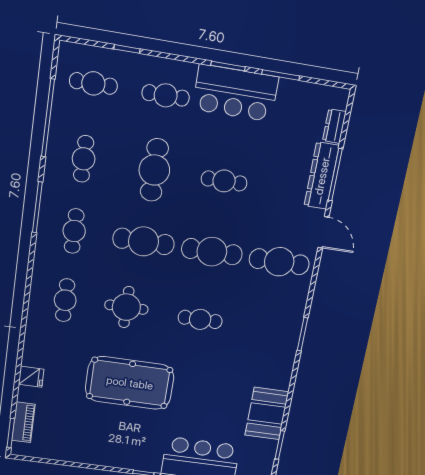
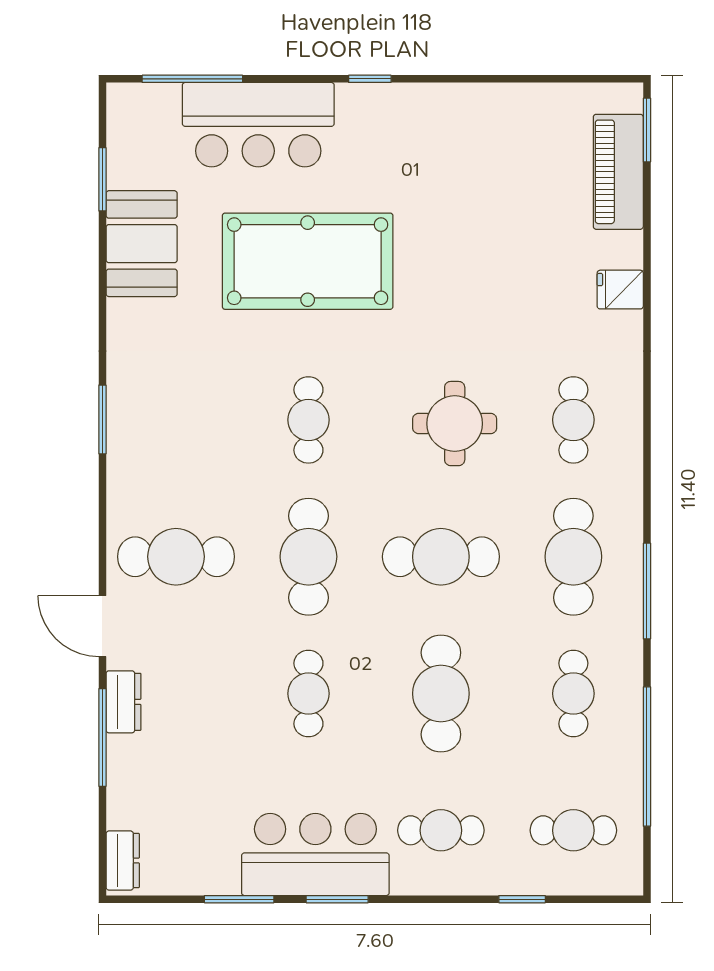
dresser: (334, 126) -> (123, 861), moved
dresser: (322, 176) -> (124, 702), width x0.51, depth x0.80
cafe table: (224, 181) -> (308, 694), turned 90
cafe table: (74, 231) -> (573, 557), width x1.37, depth x1.35
cafe table: (212, 252) -> (308, 557), turned 90
cafe table: (200, 319) -> (308, 420), turned 90
fridge: (31, 377) -> (620, 290), moved
pool table: (130, 383) -> (308, 261), moved
piano: (23, 422) -> (618, 172), width x1.37, depth x1.33

